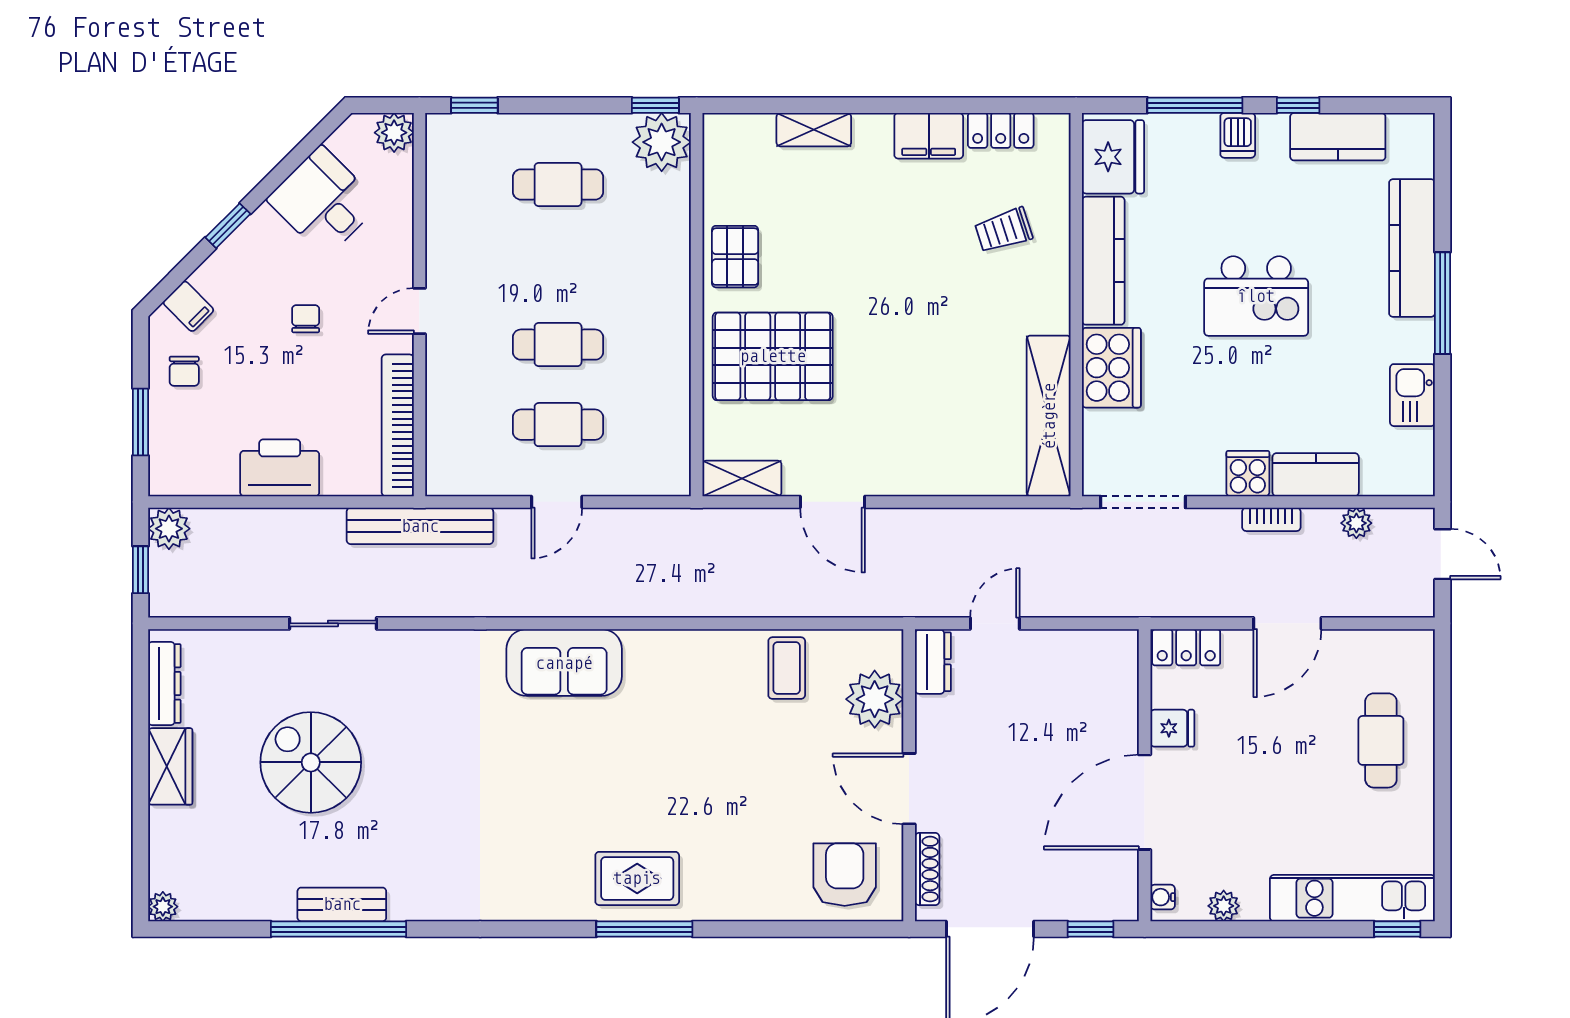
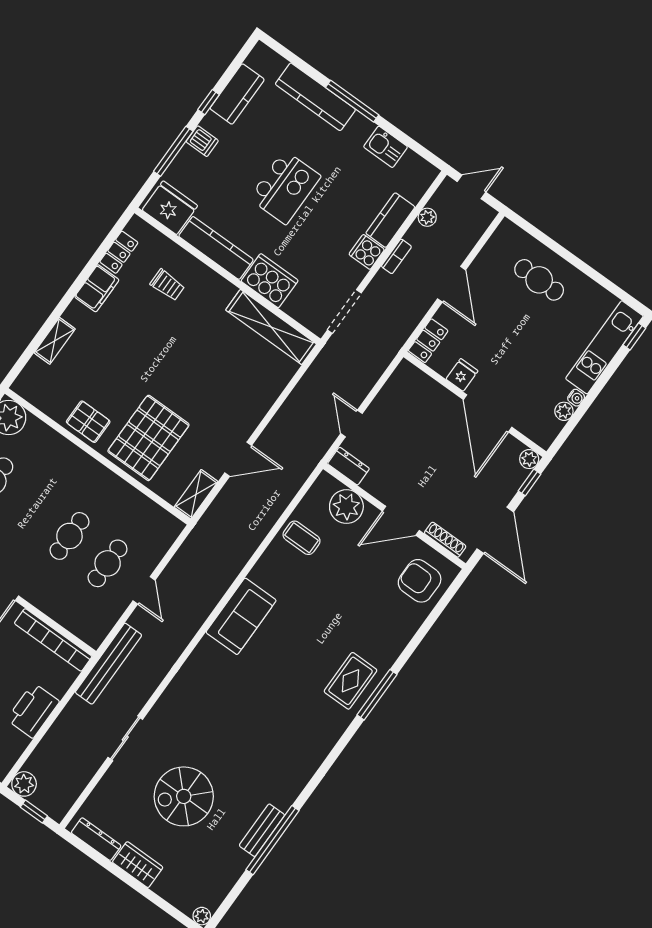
trolley: (1004, 230) -> (167, 285), turned -72
sofa: (564, 663) -> (241, 616), moved
water cooler: (1163, 897) -> (576, 398), moved, turned -90
plant: (1123, 905) -> (529, 459), added

